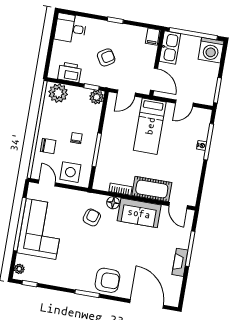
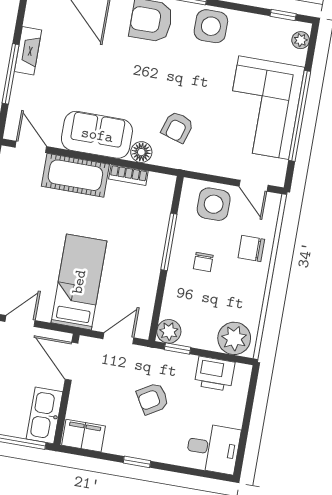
filing cabinet: (153, 37) -> (83, 436), width x2.00
side table: (72, 277) -> (211, 26), added

